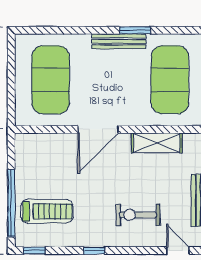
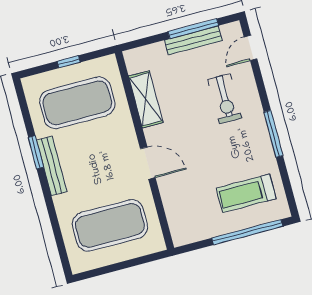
door: (98, 129) -> (148, 163), width x0.73
treadmill: (47, 211) -> (246, 193), turned -90
window: (34, 251) -> (290, 195), removed
window: (94, 251) -> (273, 134), width x2.17

